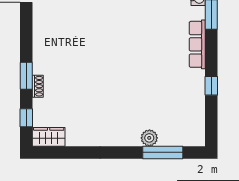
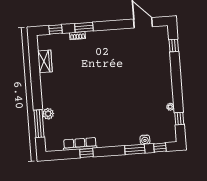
row of seats: (197, 44) -> (80, 144), moved
wardrobe: (49, 137) -> (45, 61), moved

